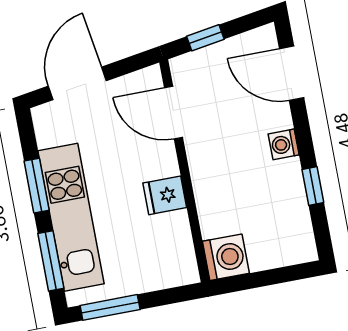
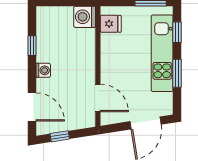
window: (205, 38) -> (60, 136), moved
fridge: (165, 195) -> (111, 24), moved
window: (51, 261) -> (177, 32), width x0.67

